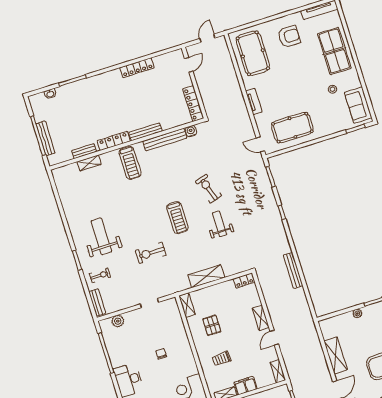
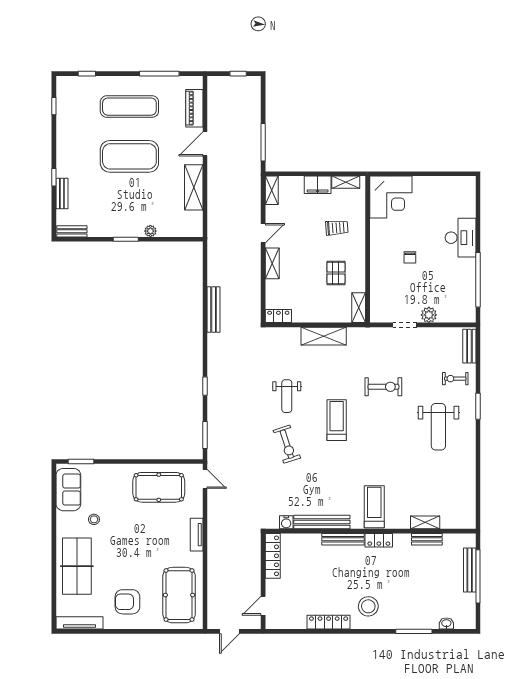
stool: (111, 88) -> (368, 606), added
locker: (114, 141) -> (379, 540), width x0.66
plant: (118, 321) -> (429, 315), moved

